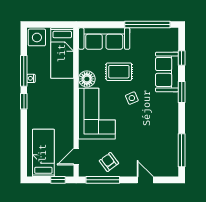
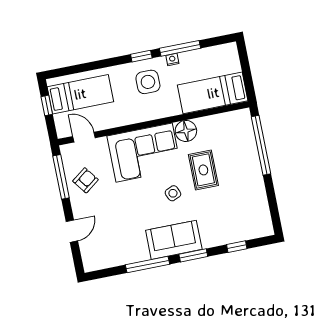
window: (147, 25) -> (261, 145), moved
side table: (37, 37) -> (148, 82), moved
sofa: (104, 39) -> (242, 143), removed
sofa: (167, 72) -> (174, 240), moved
window: (182, 150) -> (147, 264), moved
window: (58, 180) -> (47, 105), moved

